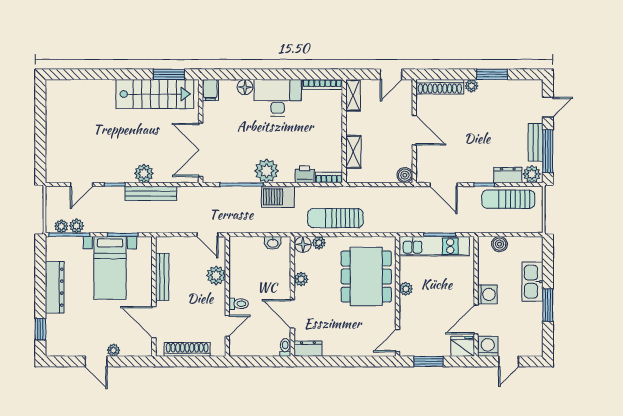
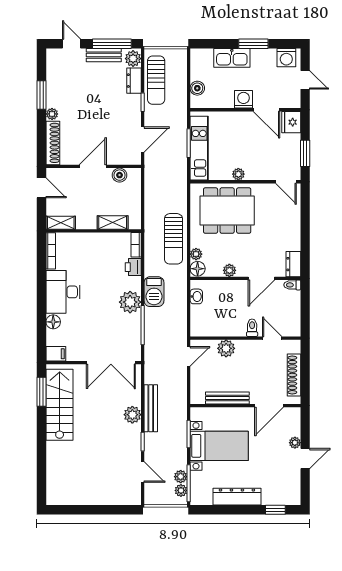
boiler: (405, 175) -> (120, 175), moved
washing machine: (488, 346) -> (286, 58), moved, turned -90

